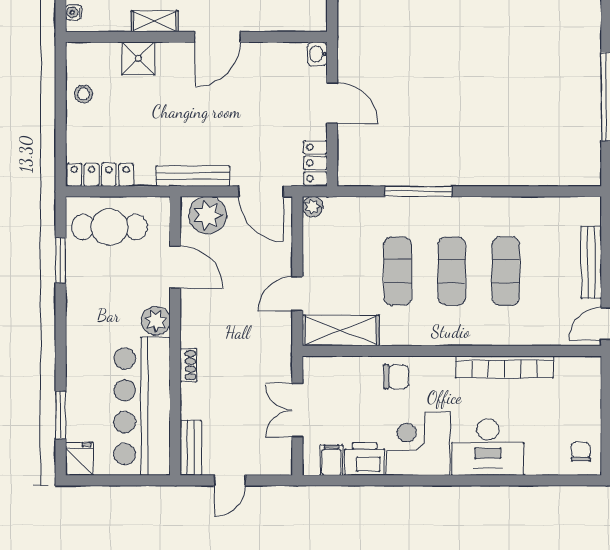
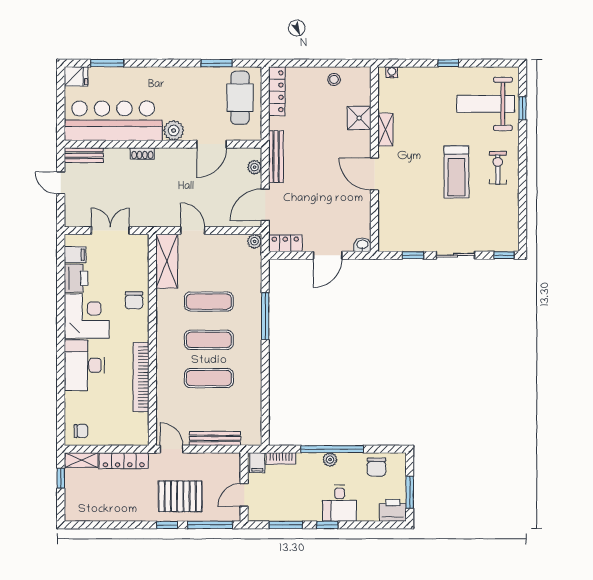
plant: (208, 215) -> (255, 167), width x0.53, depth x0.53

